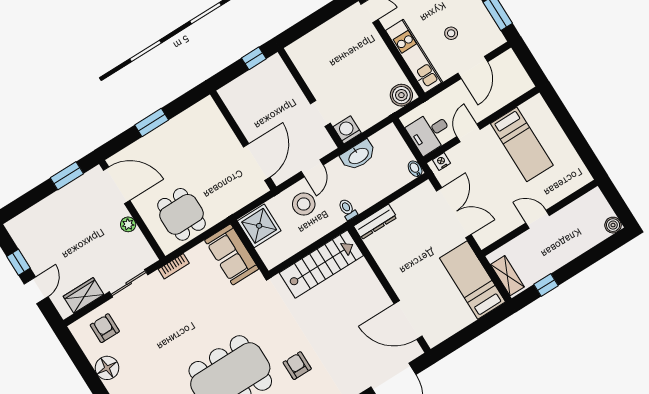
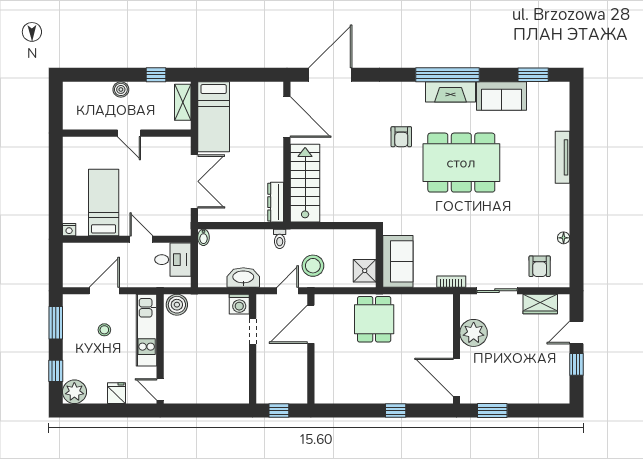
window: (152, 123) -> (396, 411), width x0.67
door: (468, 133) -> (141, 239), swing flipped
wall: (243, 140) -> (311, 349), moved
door: (257, 162) -> (311, 324), moved
nightstand: (442, 162) -> (69, 230), moved
double door: (454, 213) -> (194, 181), swing flipped
dining table: (181, 214) -> (374, 319), moved
dresser: (375, 222) -> (276, 202), moved, turned -90
plant: (128, 224) -> (474, 333), width x1.87, depth x1.87
boiler: (613, 225) -> (121, 89), moved
shower: (259, 226) -> (365, 271), width x0.73, depth x0.73
stairs: (321, 264) -> (305, 183), moved, turned 90
floor lamp: (107, 368) -> (564, 238), width x0.53, depth x0.53

